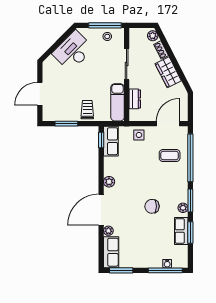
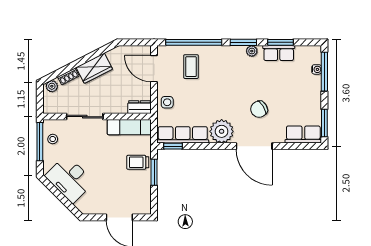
dresser: (135, 99) -> (139, 107), moved
window: (66, 124) -> (154, 172), moved
row of seats: (111, 141) -> (183, 135), width x1.48
plant: (109, 182) -> (222, 131), width x1.88, depth x1.88
chair: (152, 206) -> (259, 109), moved, turned 59
plant: (108, 231) -> (278, 138), removed

